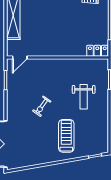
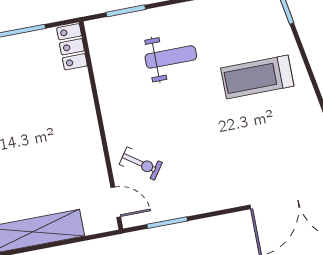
exercise bike: (42, 106) -> (141, 163), moved

